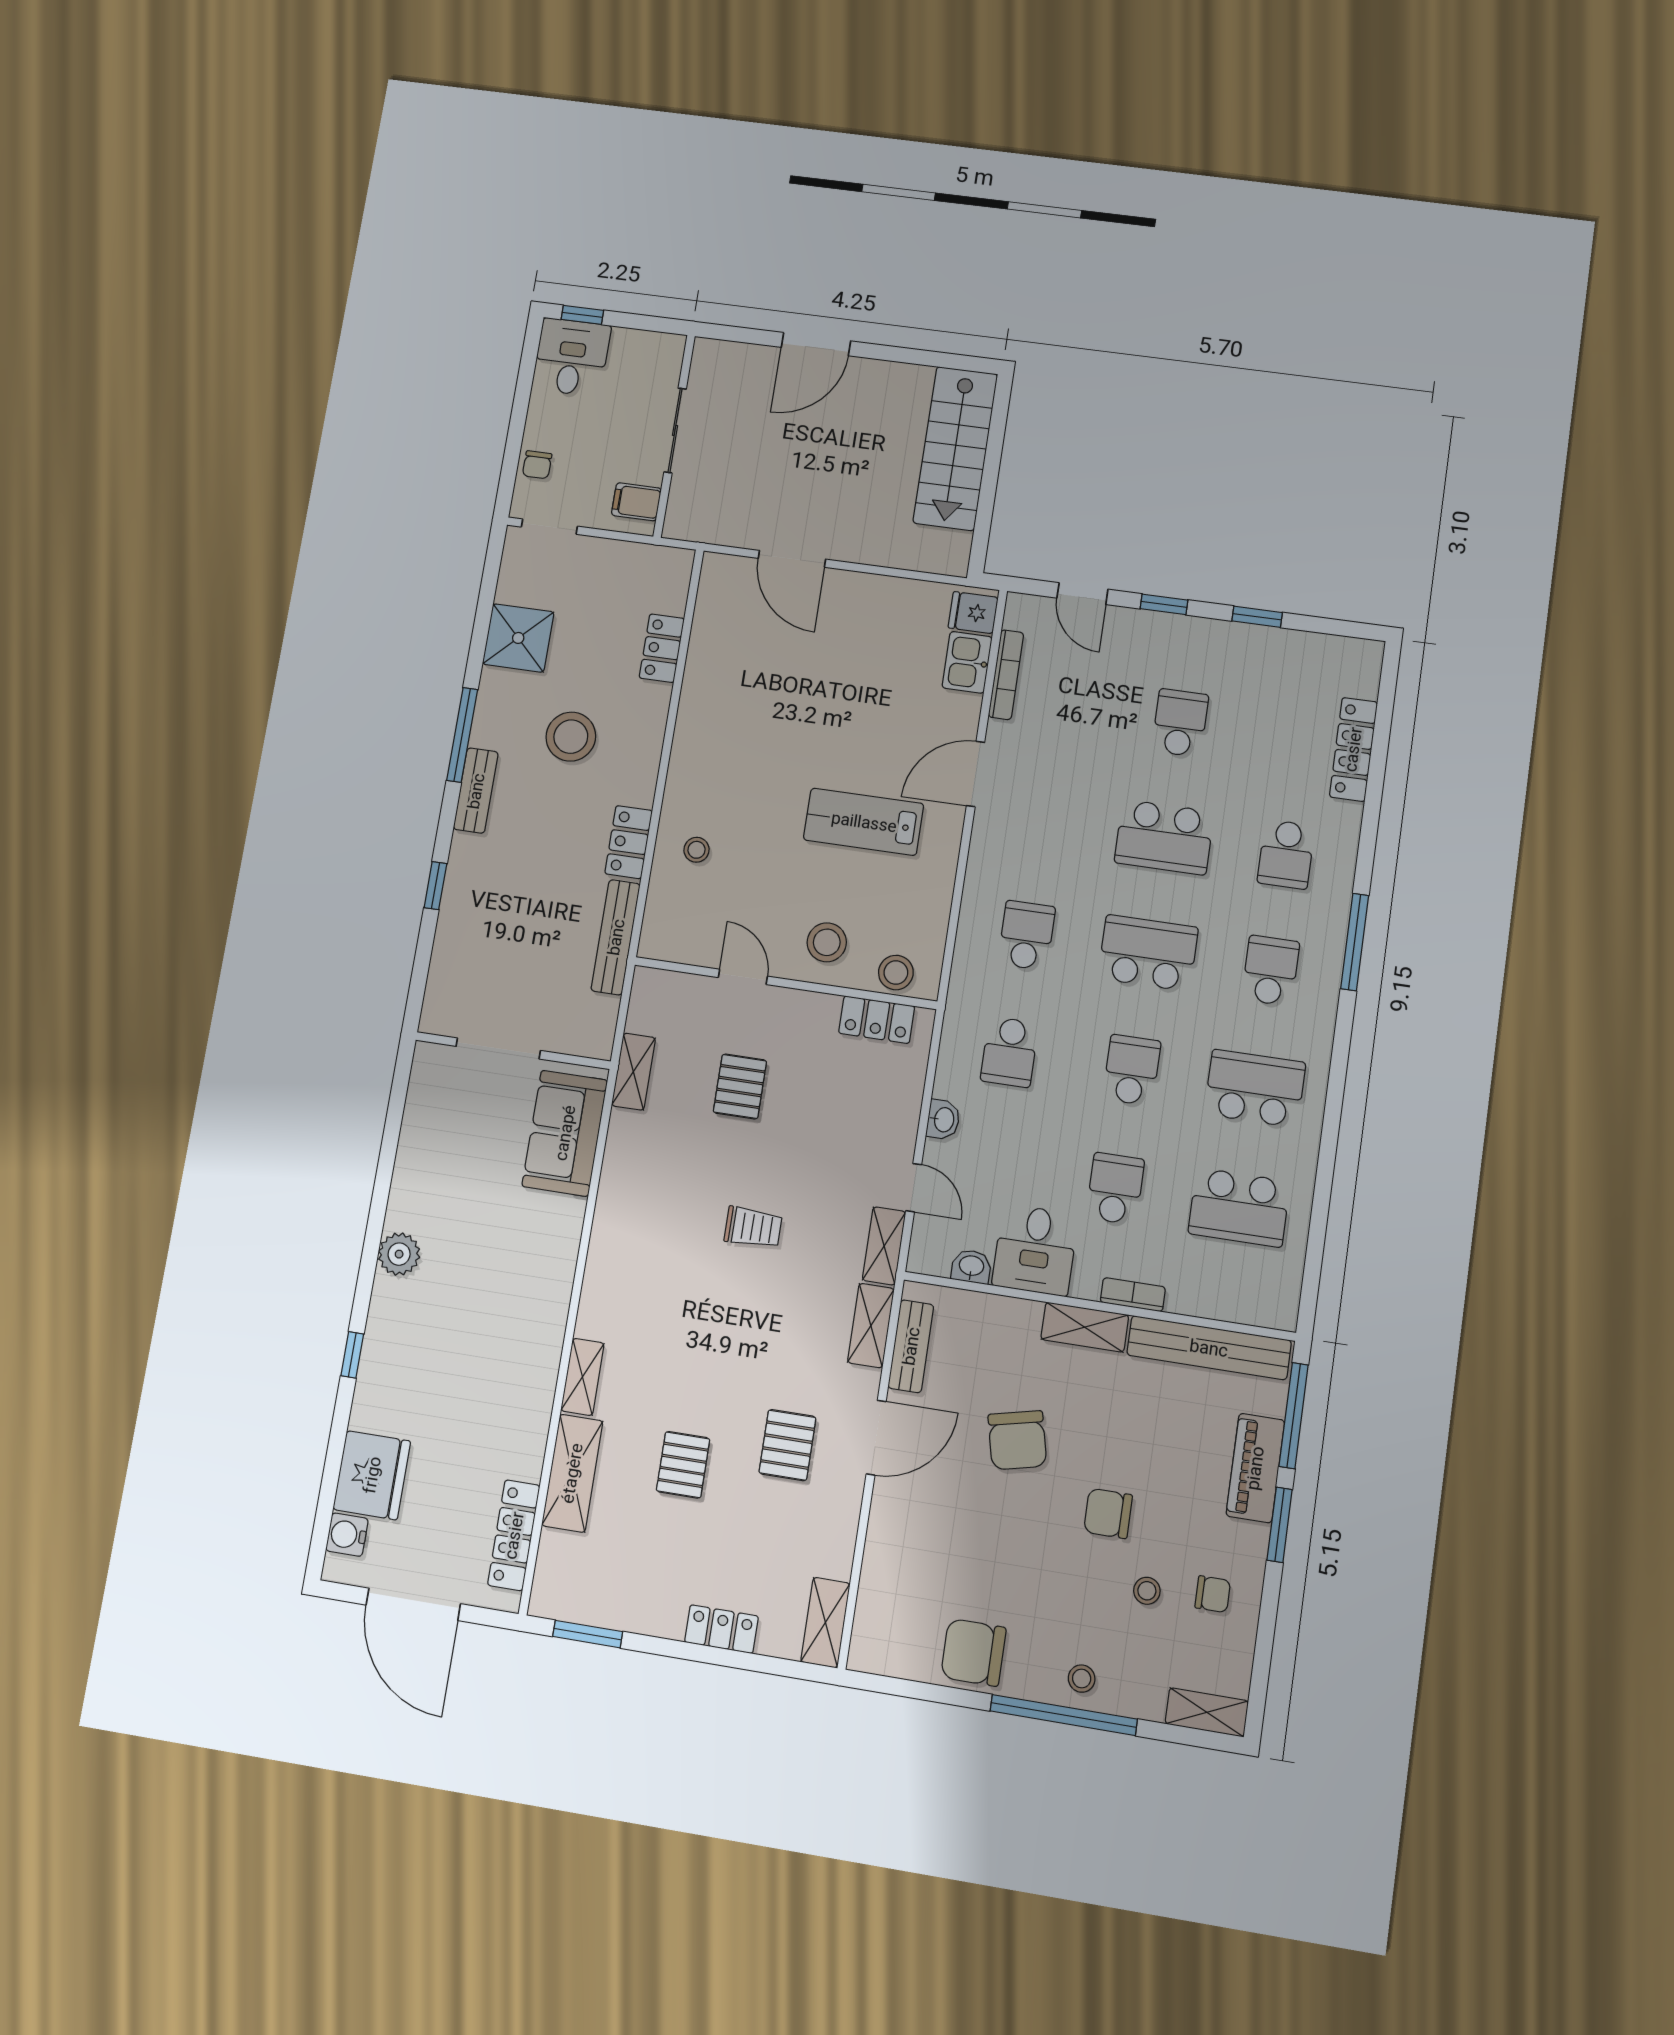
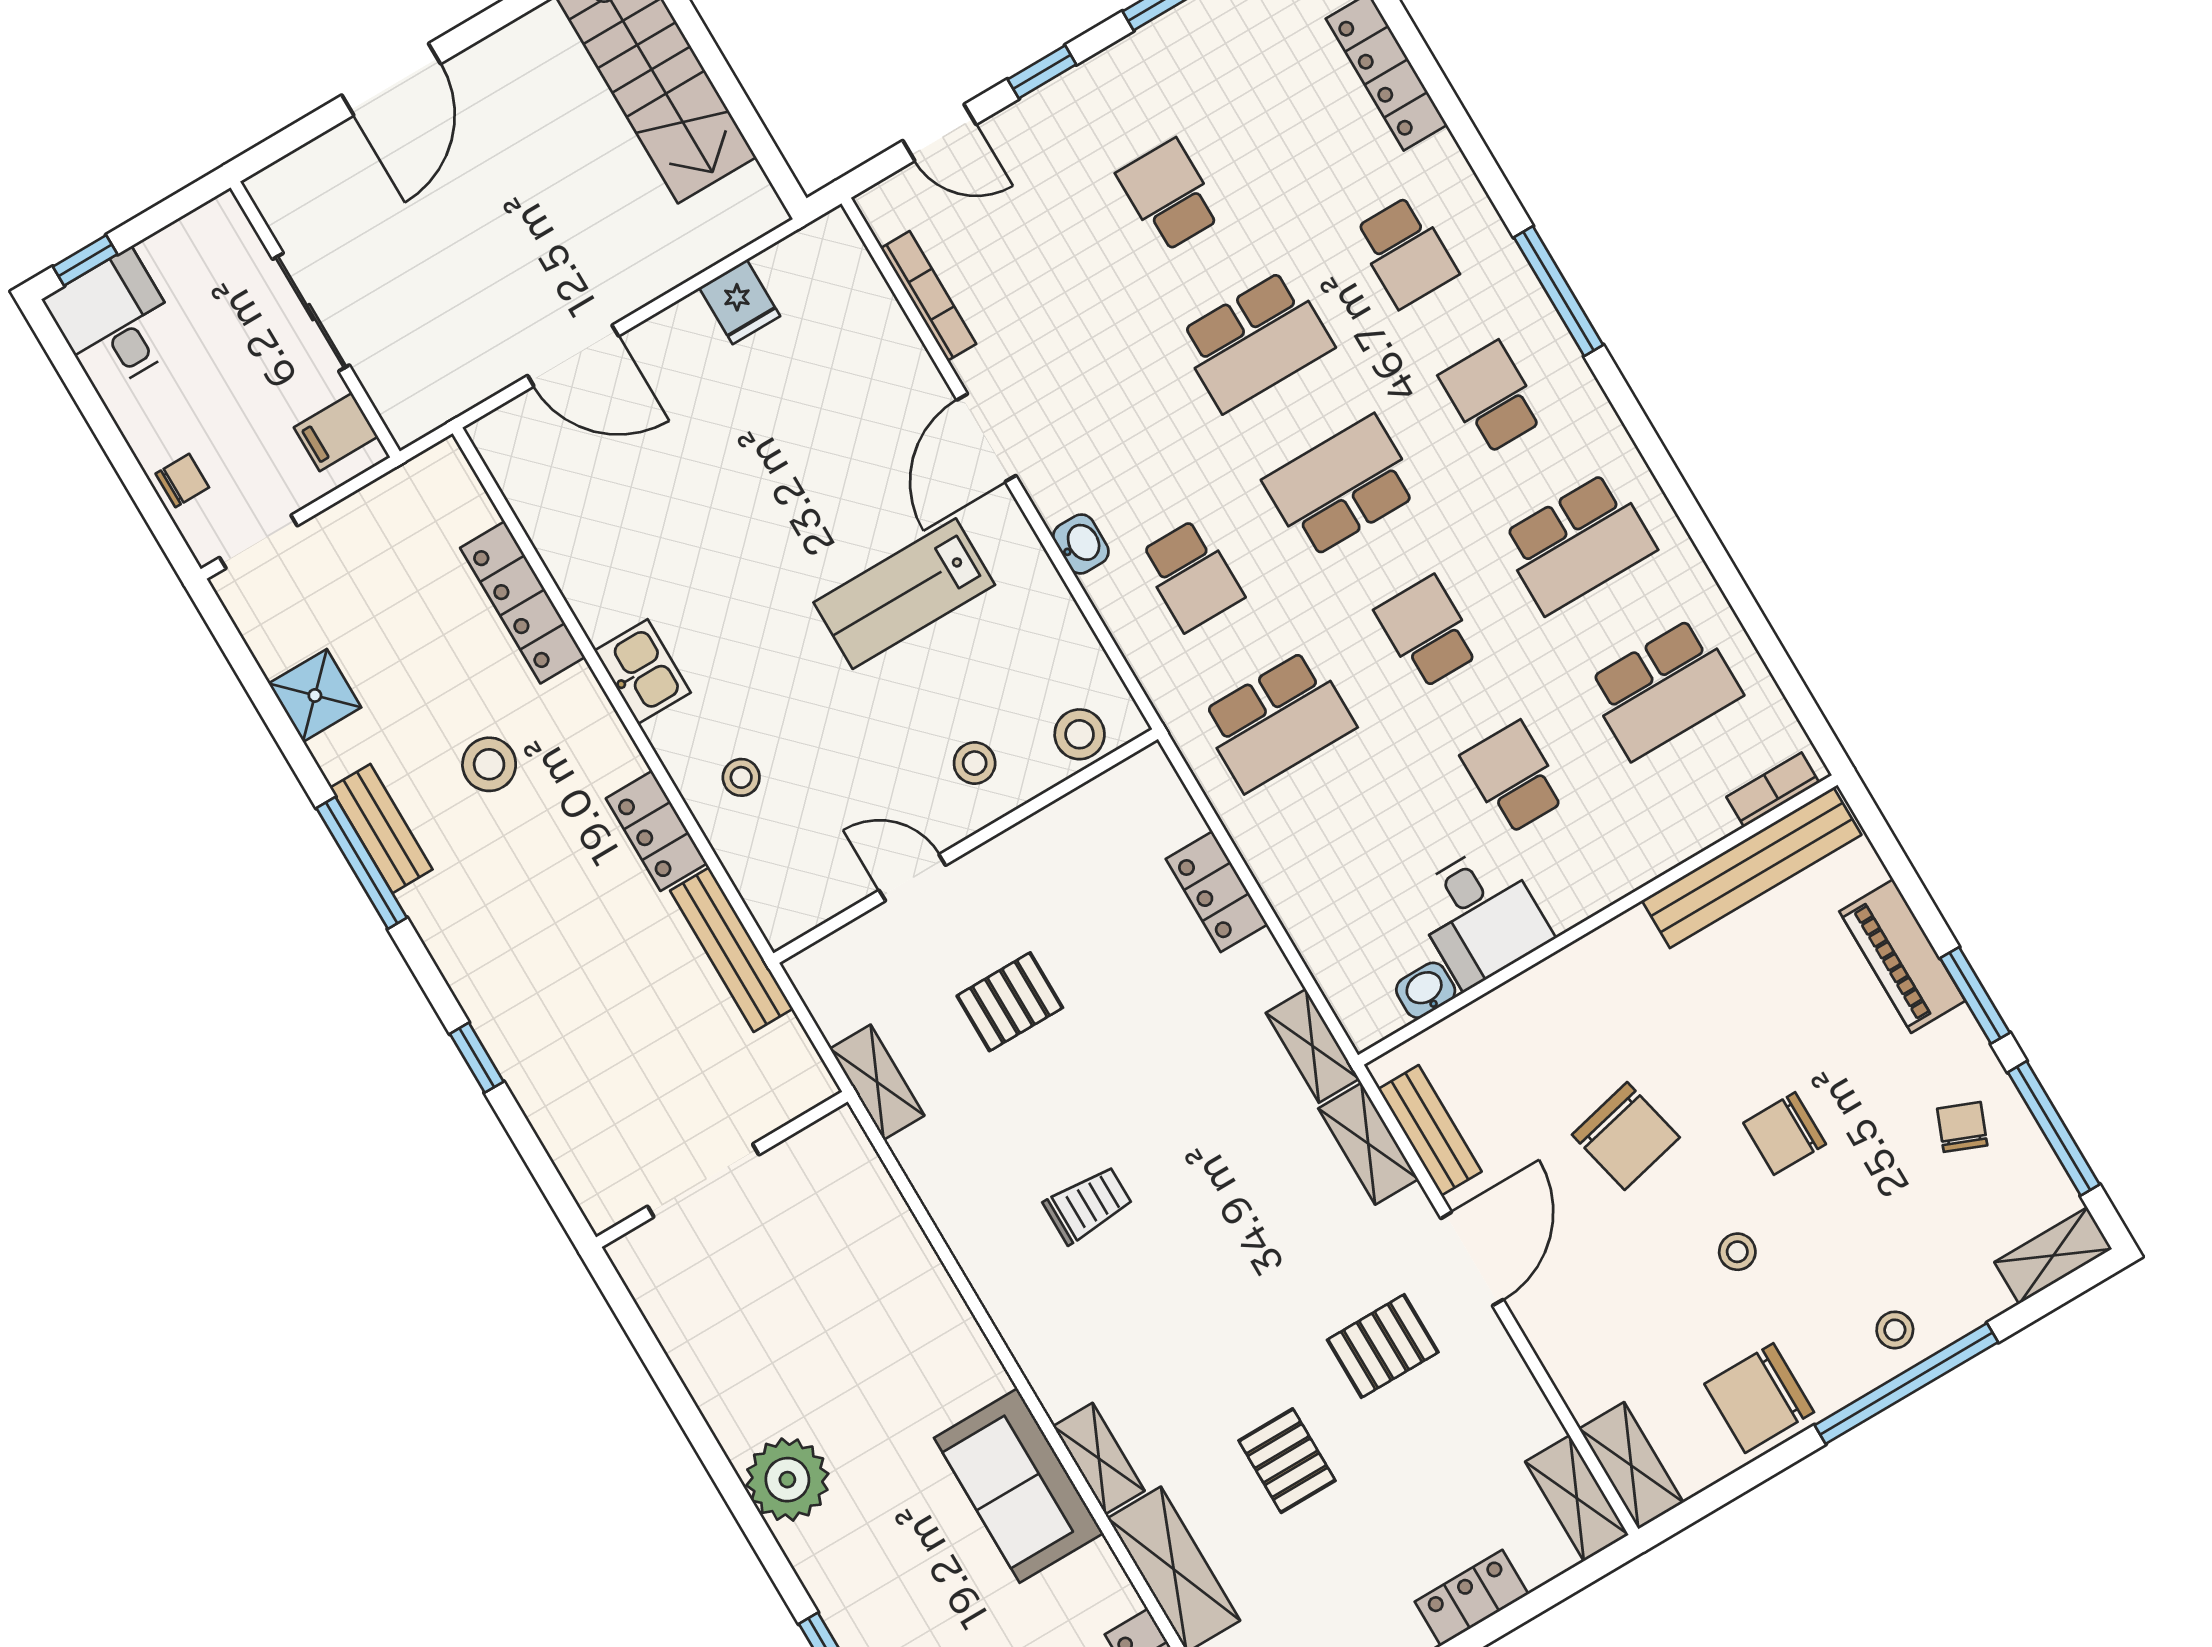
chair: (537, 465) -> (182, 481), turned -90
fridge: (973, 613) -> (740, 302), moved, turned -90
shower: (518, 638) -> (315, 695), width x0.73, depth x0.73
locker: (662, 648) -> (523, 602), width x1.53
kitchen sink: (967, 662) -> (643, 672), moved, turned 180
stool: (571, 737) -> (489, 764), width x0.73, depth x0.73
bench: (476, 791) -> (381, 829), moved
school desk: (1026, 935) -> (1191, 575), turned 180
stool: (827, 942) -> (975, 763), width x0.73, depth x0.73
locker: (877, 1020) -> (1217, 892), moved, turned 90
school desk: (1009, 1052) -> (1277, 721), width x1.85
pallet: (740, 1086) -> (1010, 1002), turned 90
school desk: (1255, 1088) -> (1578, 543), turned 180
washbasin: (943, 1120) -> (1081, 544), moved
sofa: (565, 1133) -> (1019, 1486), moved
door: (914, 1188) -> (1293, 956), removed
trolley: (753, 1227) -> (1088, 1205), moved
plant: (399, 1254) -> (787, 1480), width x1.36, depth x1.36
bookcase: (1133, 1295) -> (1773, 790), moved
shelving: (1085, 1327) -> (1631, 1466), moved, turned 90
window: (1294, 1416) -> (2054, 1128), moved
pallet: (787, 1445) -> (1383, 1346), turned 90
stool: (1147, 1591) -> (1737, 1252), moved
chair: (1213, 1594) -> (1962, 1127), turned -68

